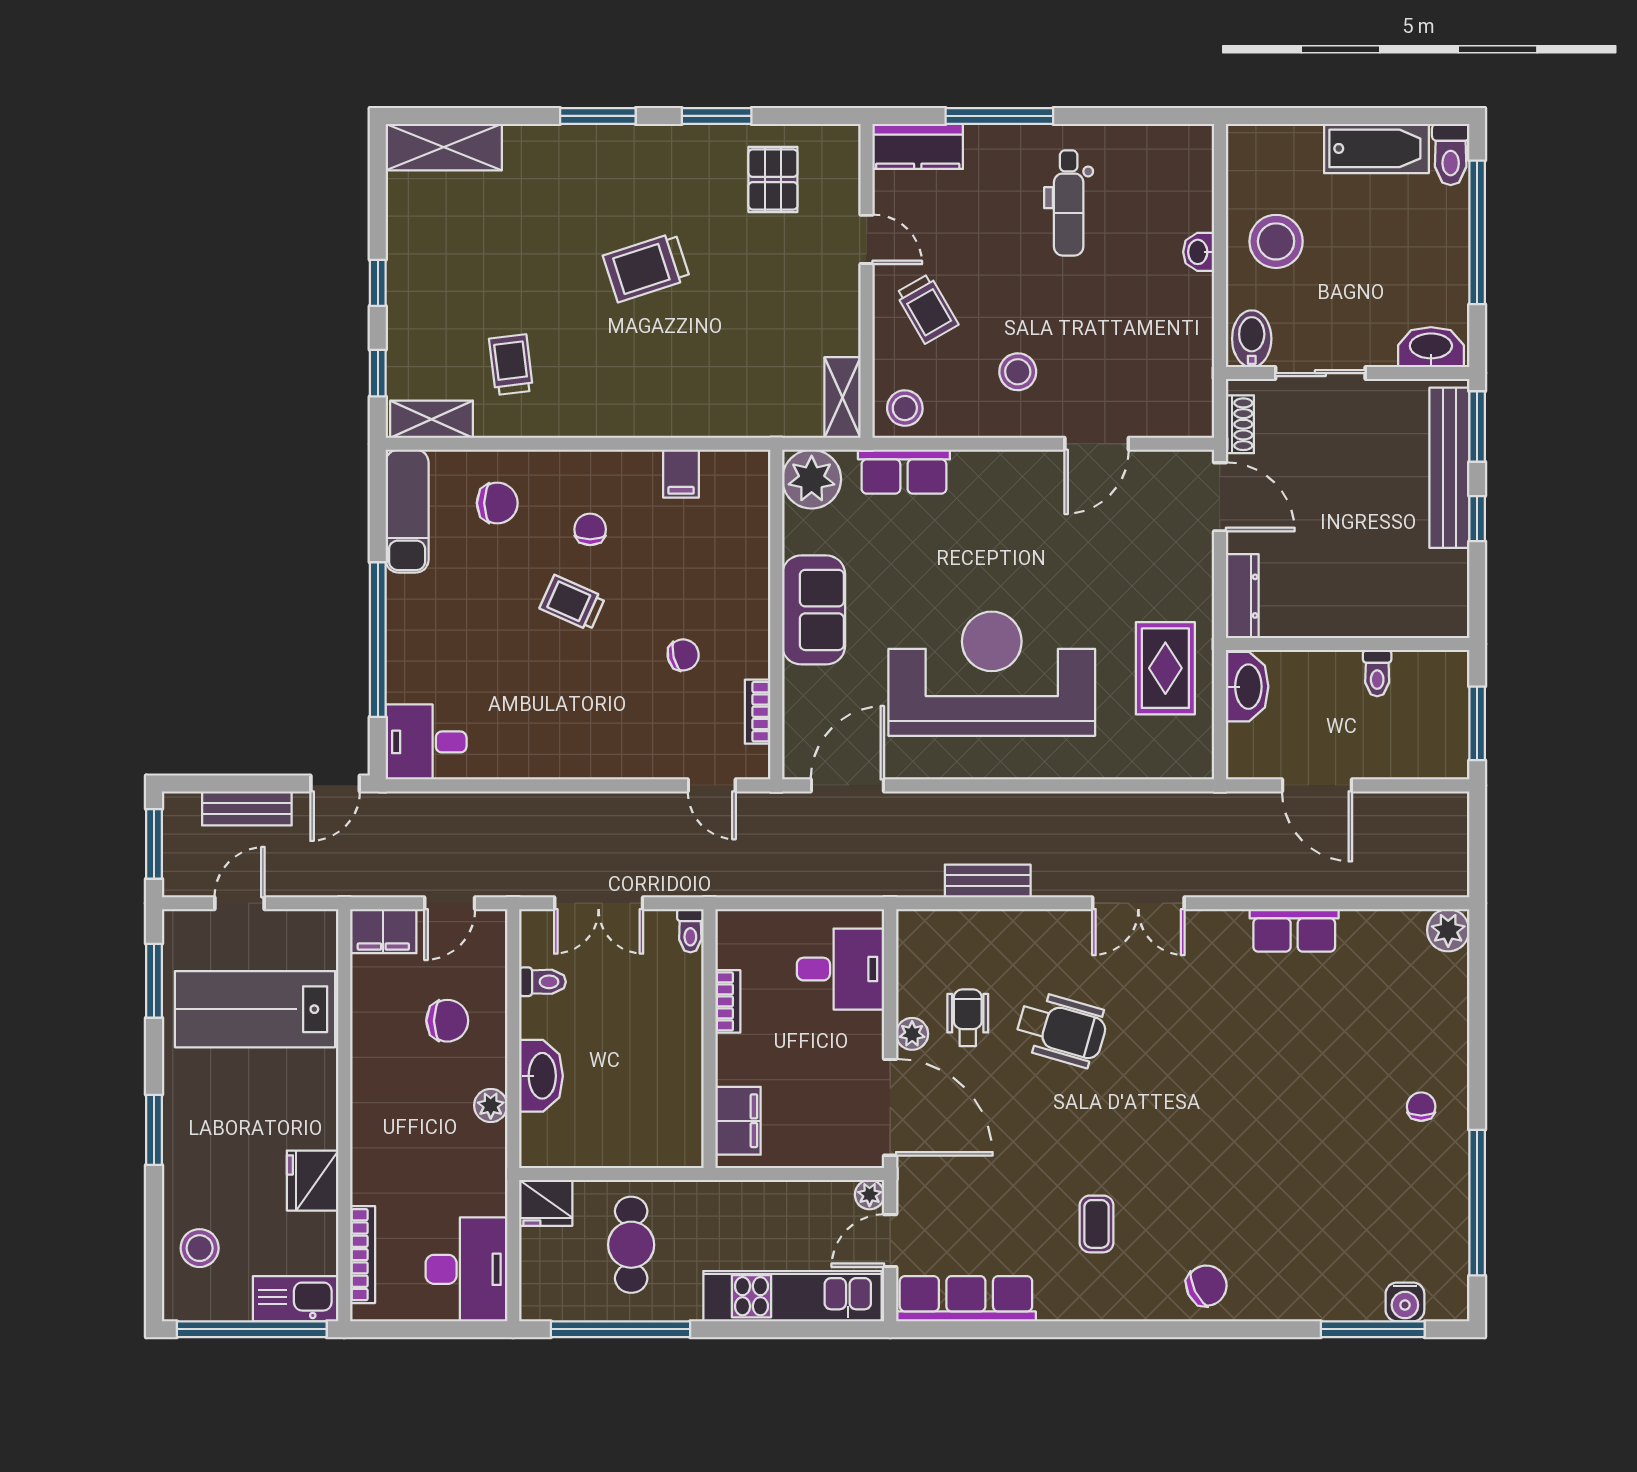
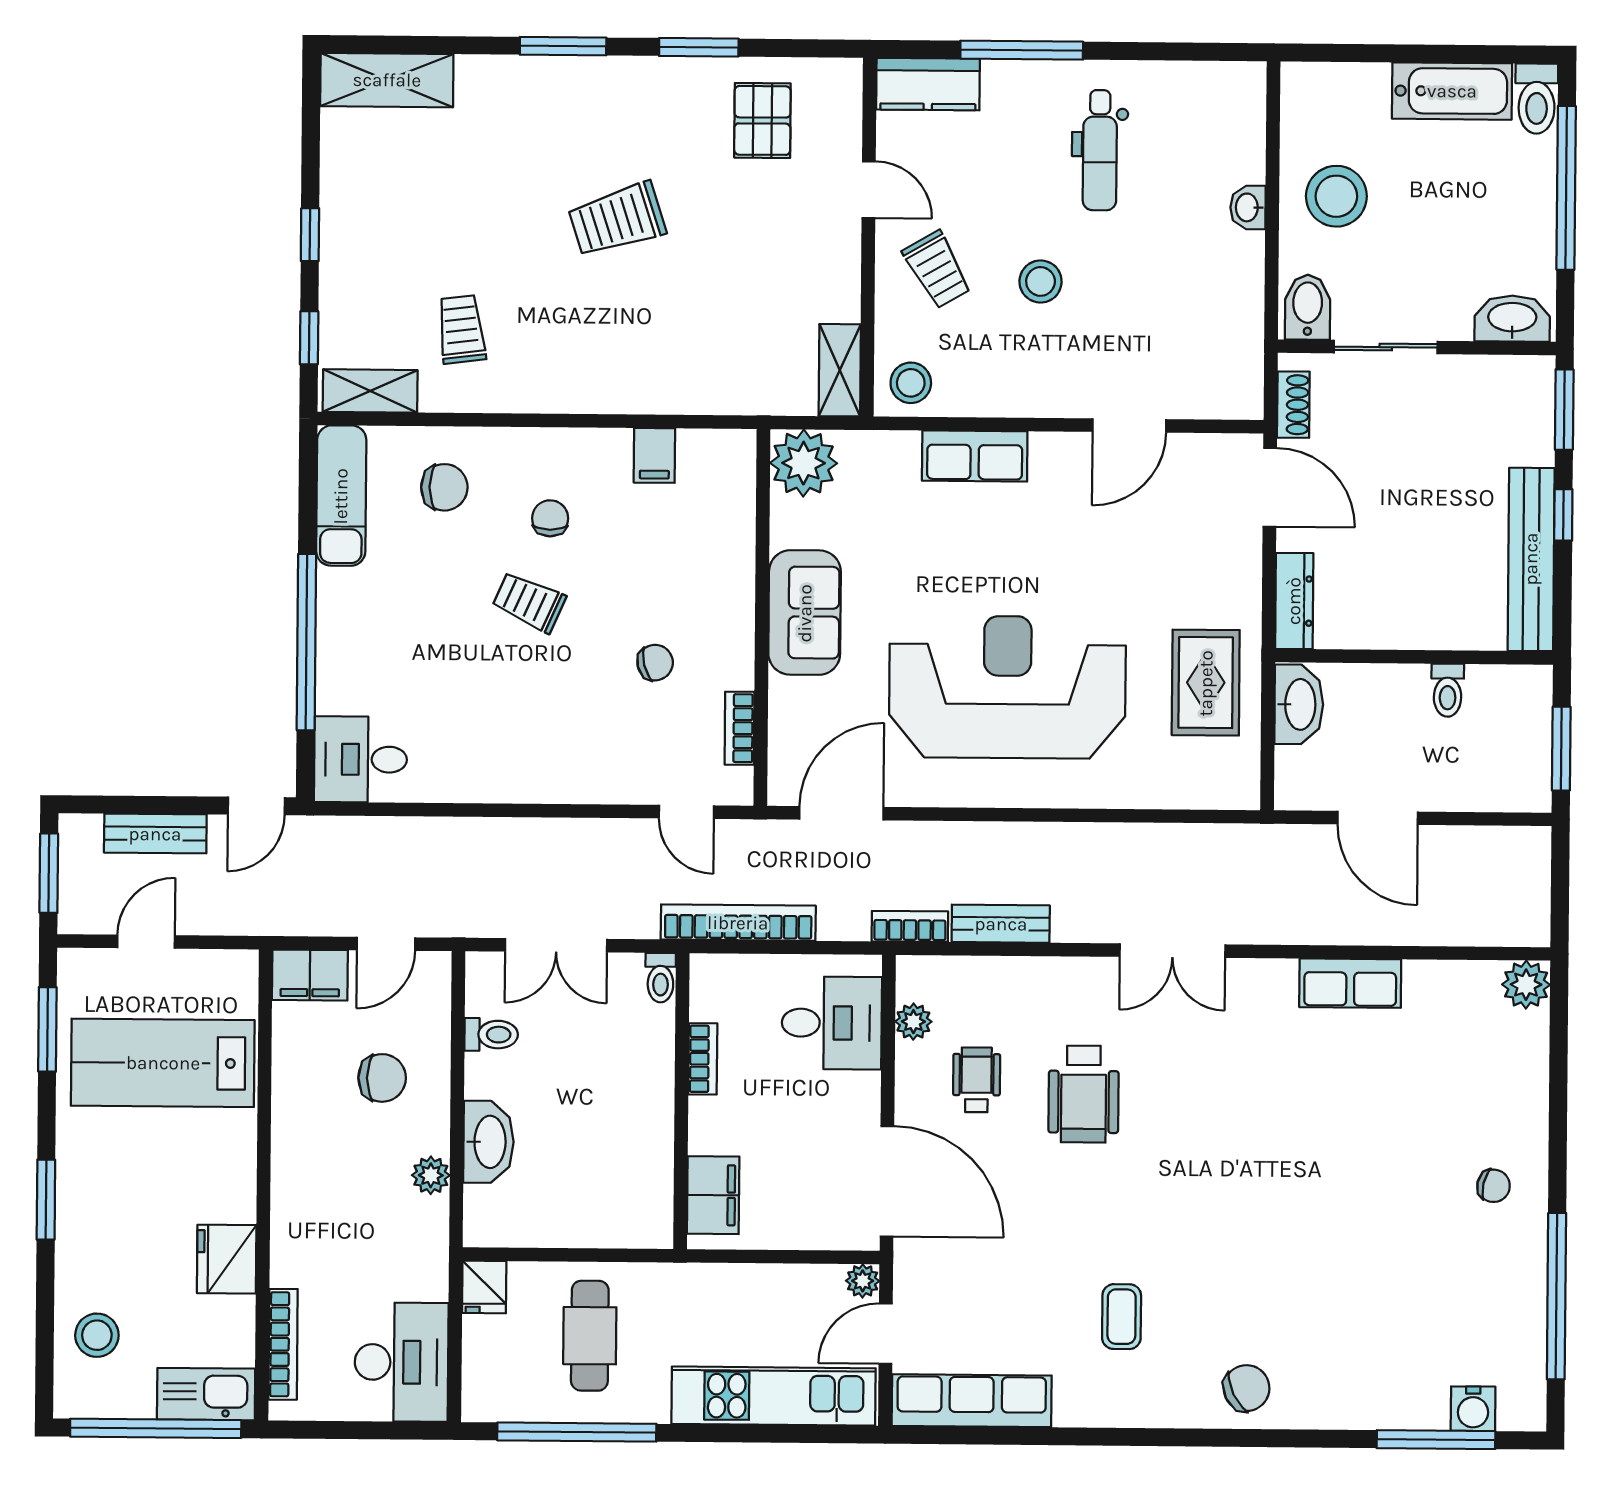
stool: (1018, 372) -> (1041, 281), moved
bench: (1449, 468) -> (1531, 559), moved
row of seats: (904, 472) -> (975, 456), moved
bookcase: (758, 882) -> (738, 923), added
bookcase: (908, 884) -> (910, 926), added
wheelchair: (1062, 1029) -> (1084, 1094), turned 74
plant: (912, 1034) -> (913, 1022), moved
chair: (1421, 1107) -> (1494, 1186), turned 103
fridge: (546, 1203) -> (484, 1287), width x0.72

